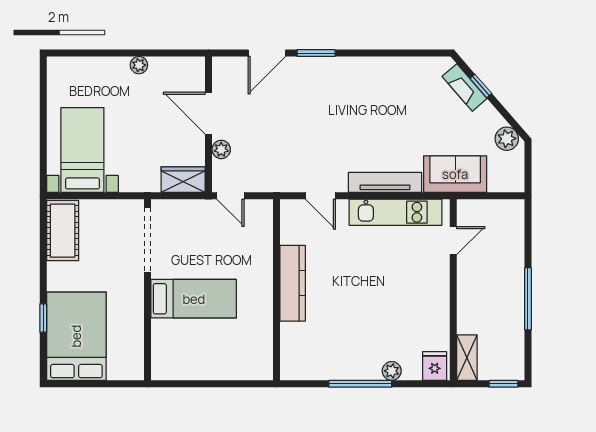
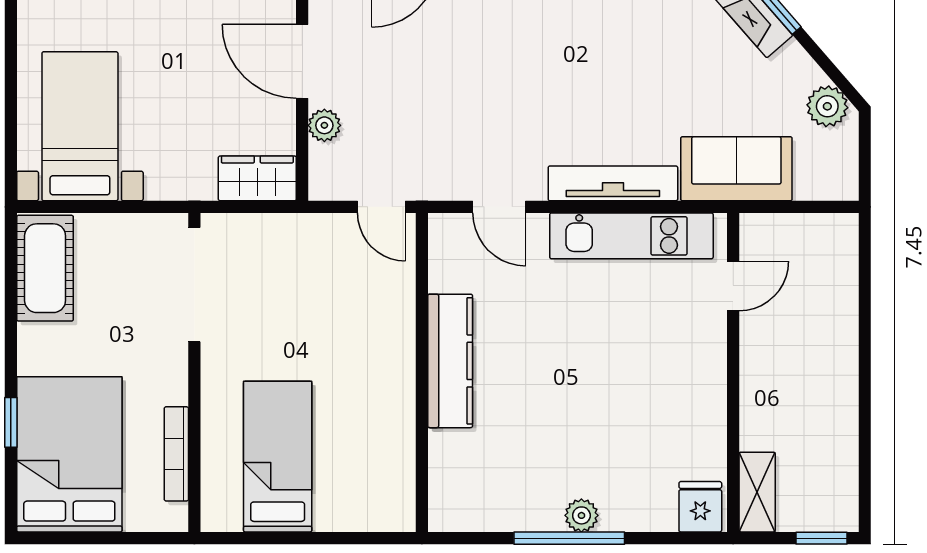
door: (230, 196) -> (381, 207), moved
bed: (194, 299) -> (278, 457), moved, turned -90
window: (528, 299) -> (865, 388), removed
bookcase: (137, 336) -> (176, 454), added
plant: (392, 371) -> (581, 515), moved

